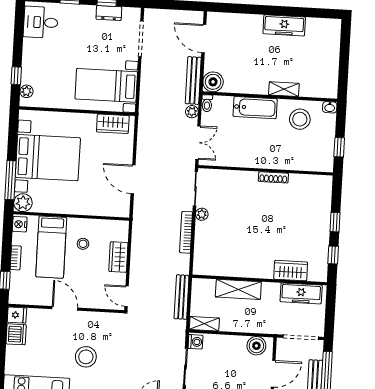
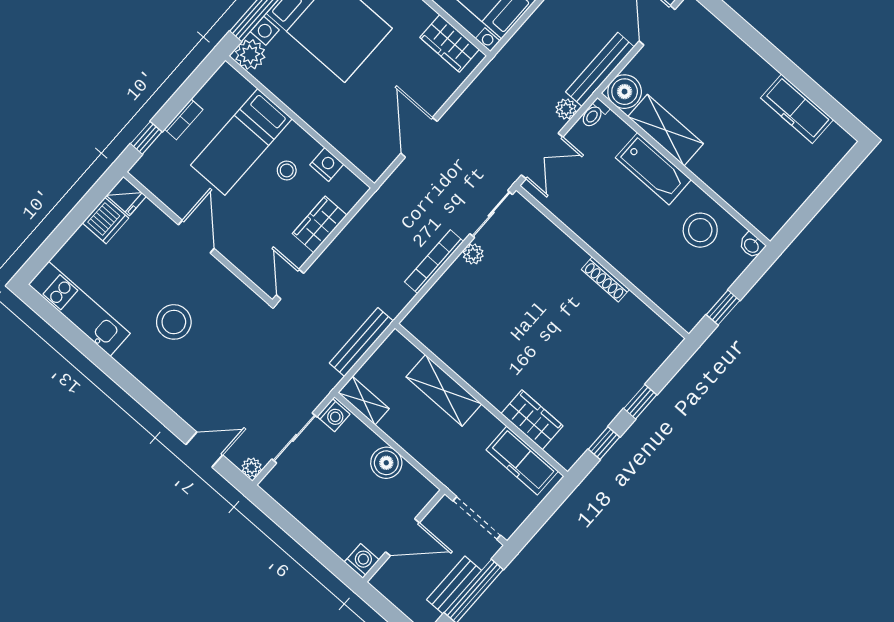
freezer: (284, 25) -> (797, 109), moved
shelving: (284, 89) -> (666, 130), moved, width x1.50, depth x1.33
nightstand: (20, 224) -> (327, 164), moved, turned 90
boiler: (256, 346) -> (386, 463), moved

